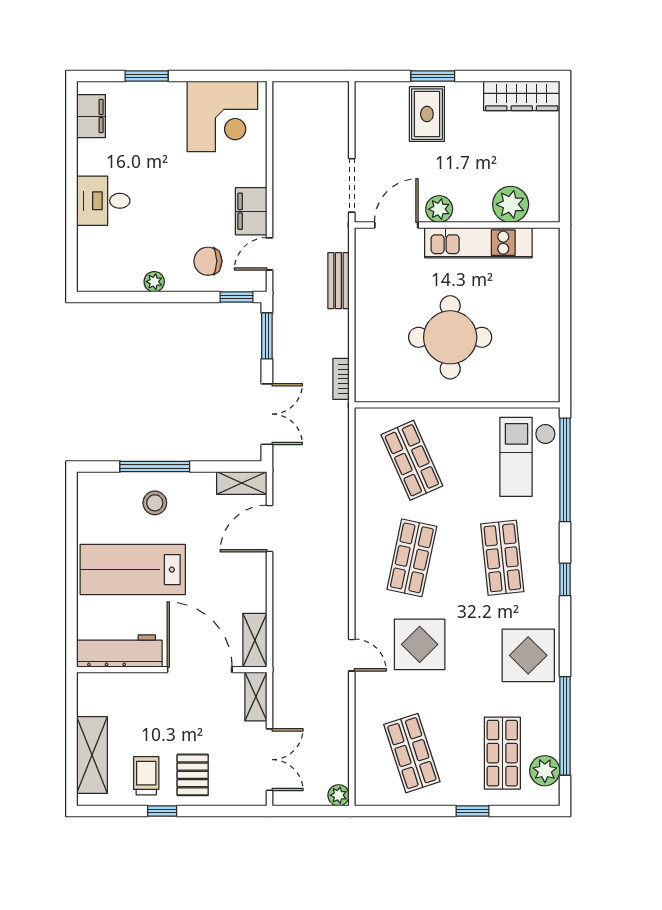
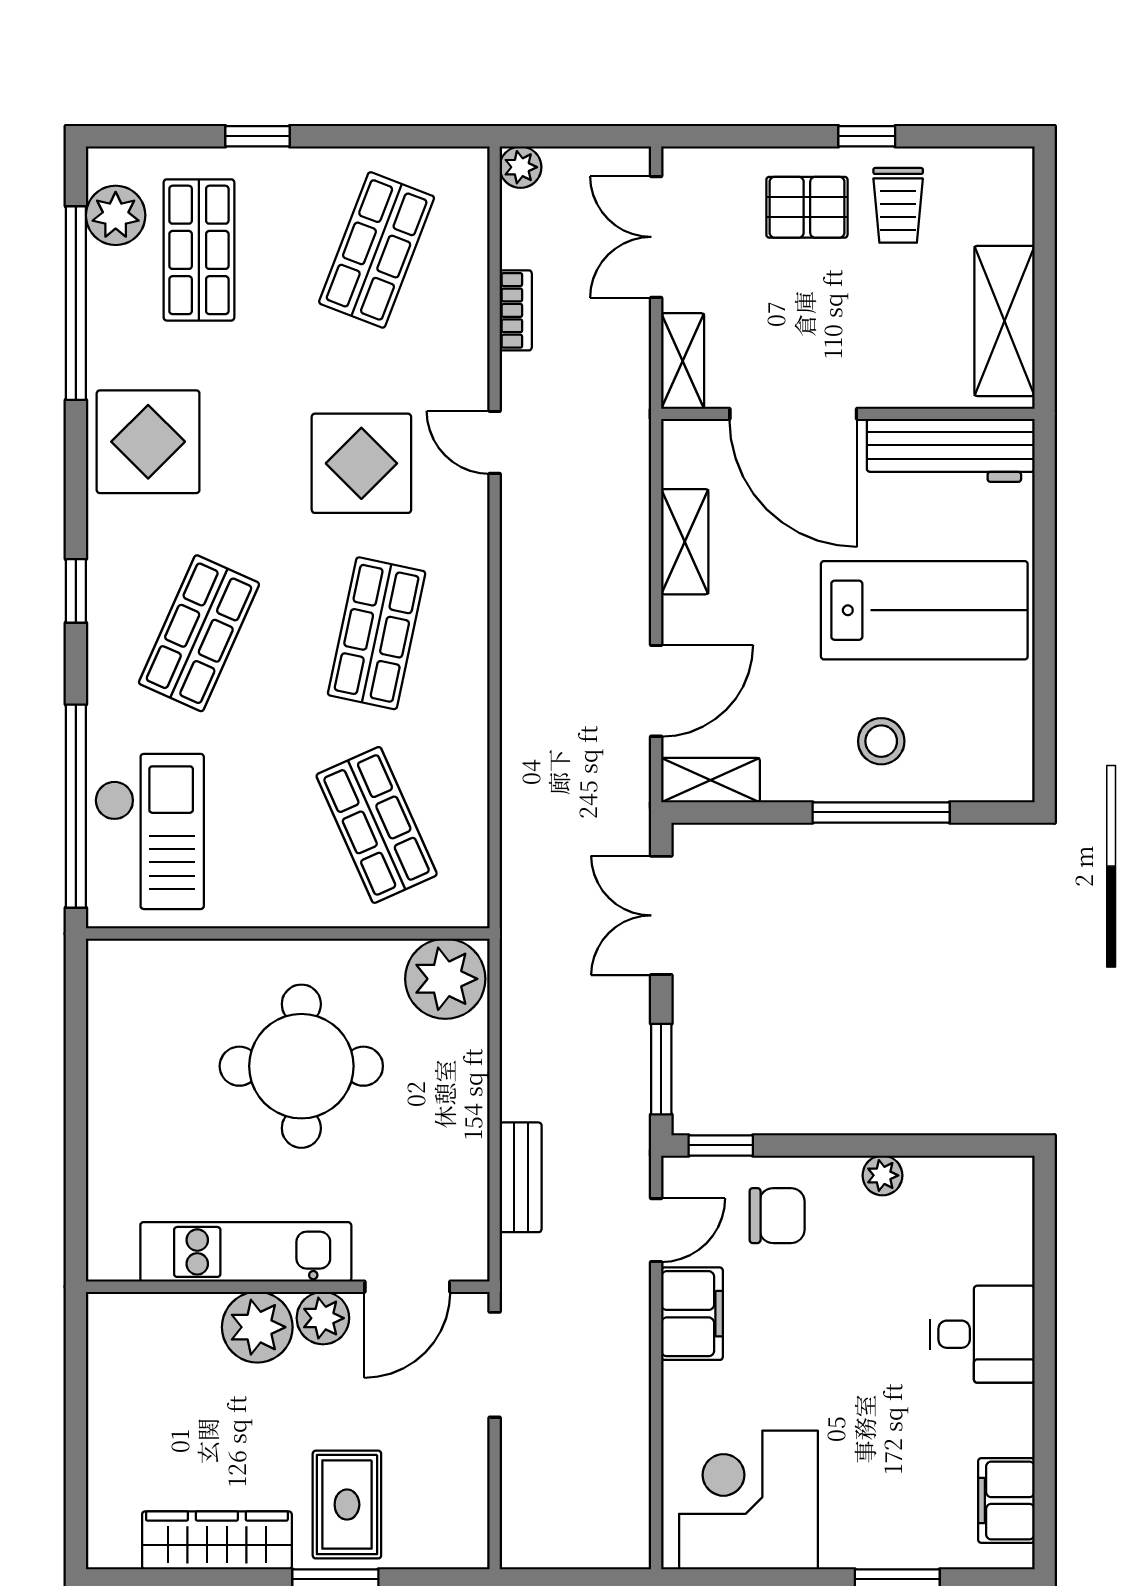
wardrobe: (522, 96) -> (217, 1540), moved
plant: (511, 204) -> (257, 1327), moved
bookcase: (341, 379) -> (516, 310), moved
plant: (377, 382) -> (445, 979), added
shop shelf: (502, 558) -> (199, 633), turned 30
shelving: (255, 640) -> (685, 542), moved
shop shelf: (412, 753) -> (377, 250), turned 39
shelving: (92, 755) -> (1004, 321), moved
pallet: (193, 775) -> (807, 207), turned 90

